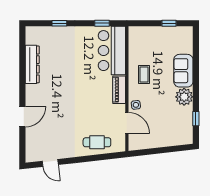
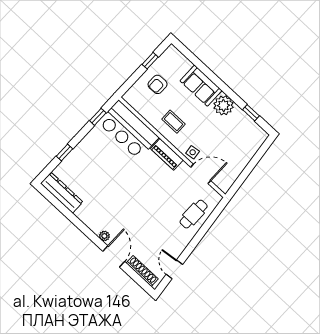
armchair: (158, 42) -> (158, 84), added
dresser: (32, 64) -> (62, 193), moved
plant: (30, 98) -> (104, 236), added
shoe rack: (30, 143) -> (142, 271), added
door: (50, 163) -> (174, 269), swing flipped

